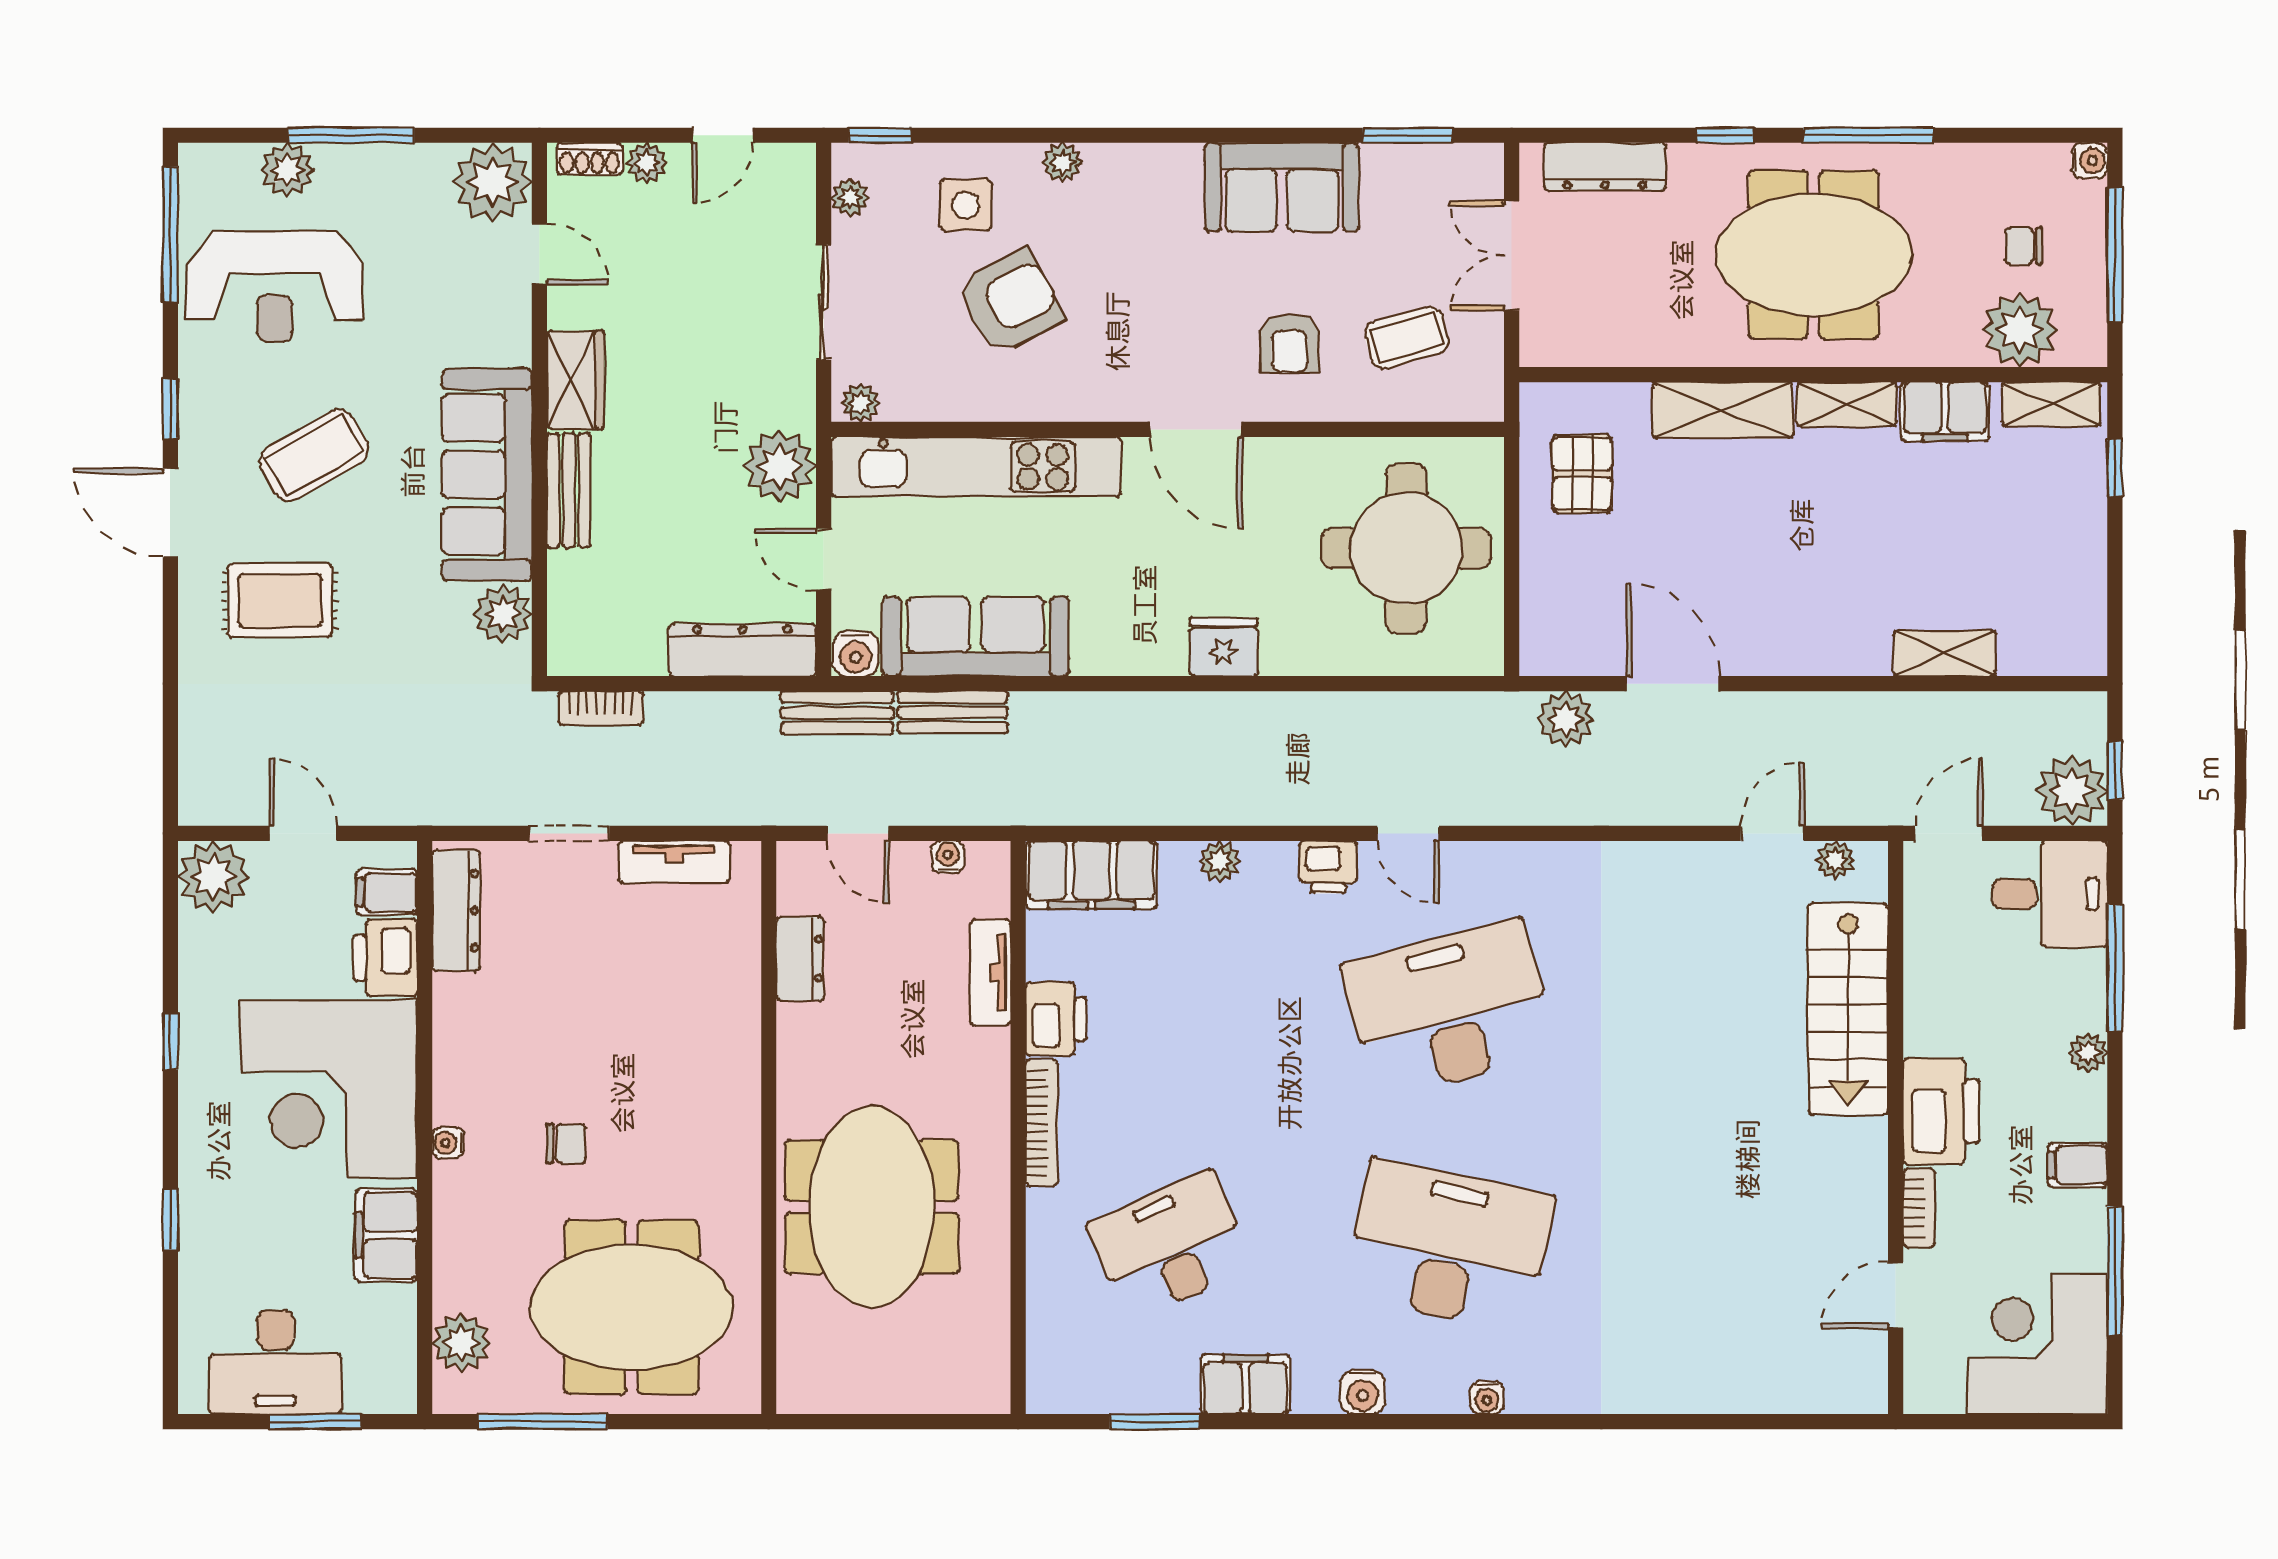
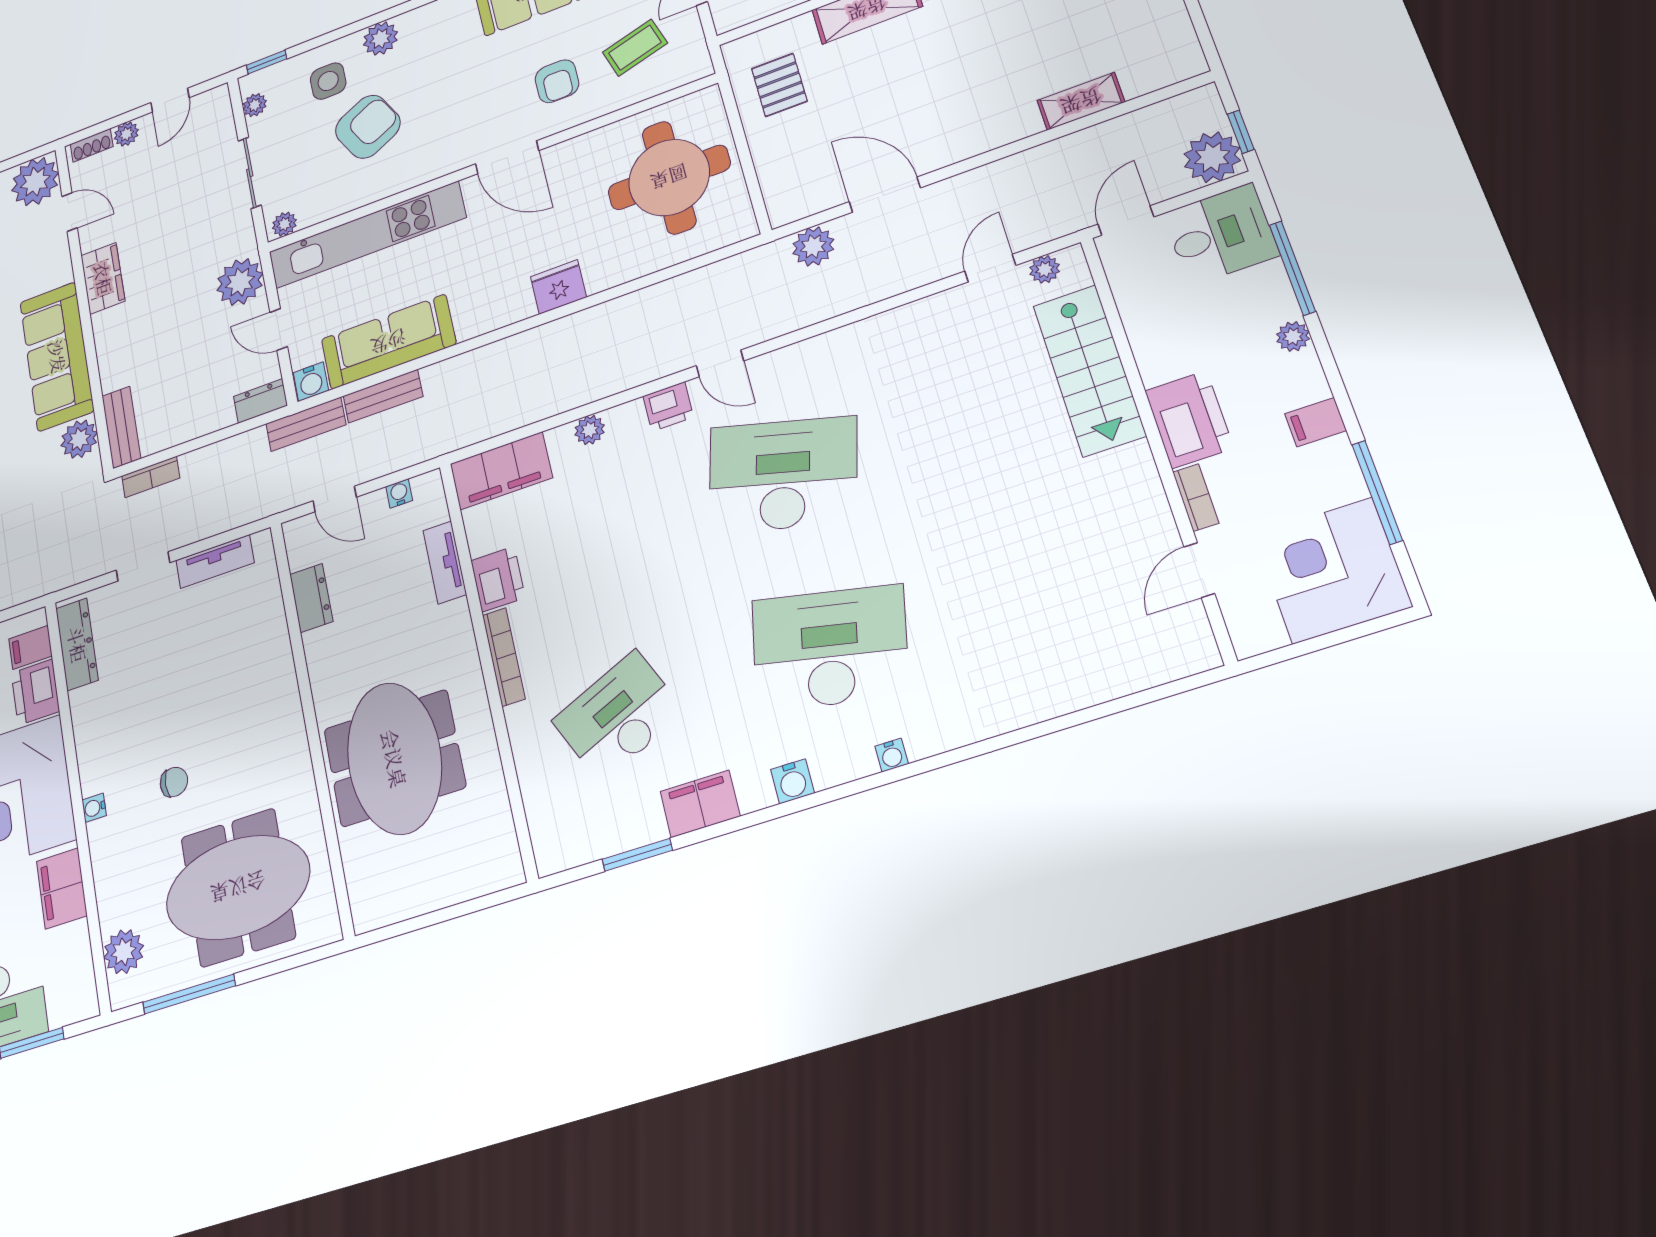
plant: (1062, 162) -> (381, 39), width x1.38, depth x1.38
bench: (569, 490) -> (121, 427), moved
dresser: (742, 650) -> (260, 401), width x0.51, depth x0.80
desk: (1449, 1009) -> (783, 475), turned 30

